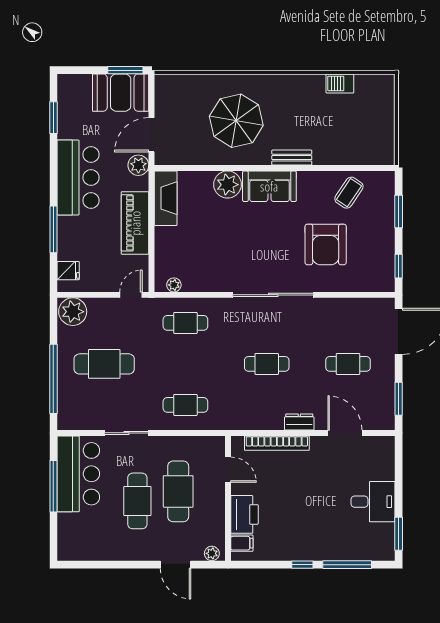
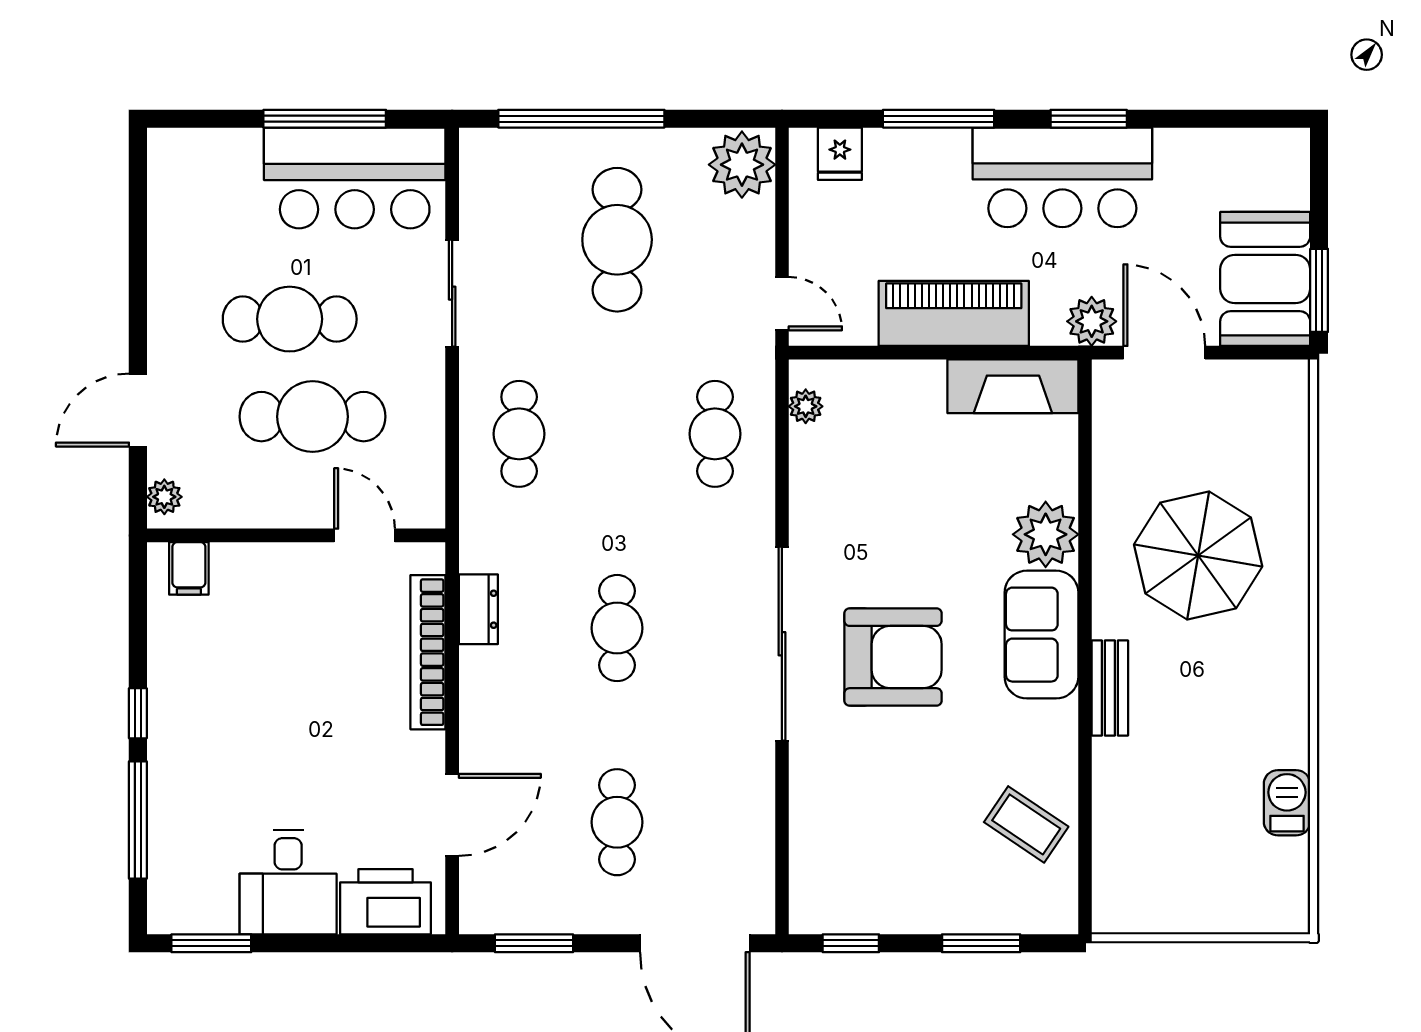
window: (53, 118) -> (1089, 119), moved
armchair: (326, 244) -> (893, 657), moved, turned 180
dresser: (299, 422) -> (478, 609), moved
door: (228, 470) -> (364, 535), swing flipped
printer: (244, 514) -> (385, 902), moved, turned 180

